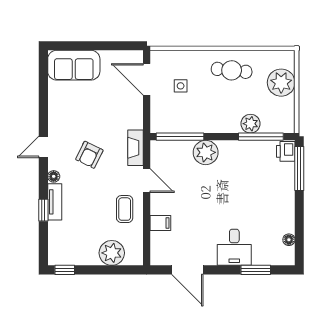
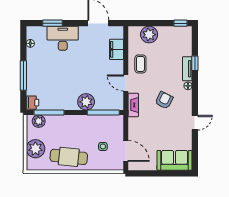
cafe table: (232, 70) -> (69, 157), width x1.37, depth x1.35
plant: (251, 124) -> (39, 121), moved
door: (43, 147) -> (195, 123), moved
window: (299, 168) -> (23, 75), moved
filing cabinet: (160, 223) -> (116, 49), width x2.00
desk: (234, 247) -> (63, 38), width x1.37

